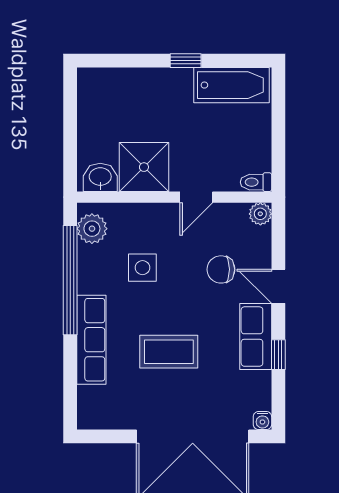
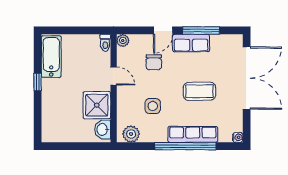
window: (70, 280) -> (186, 146), moved
coffee table: (169, 352) -> (199, 91), turned 90
window: (278, 355) -> (201, 30), width x2.17
water cooler: (262, 421) -> (238, 137), moved

